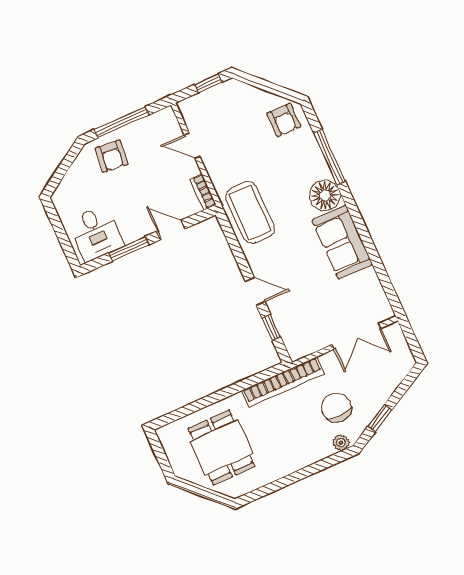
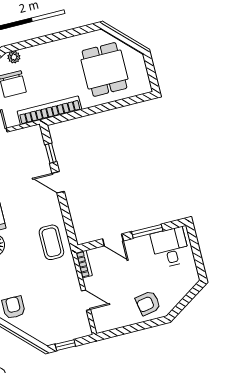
window: (121, 122) -> (136, 327), removed
armchair: (111, 156) -> (148, 303), turned -106
coffee table: (250, 213) -> (51, 242), width x0.73, depth x0.76

